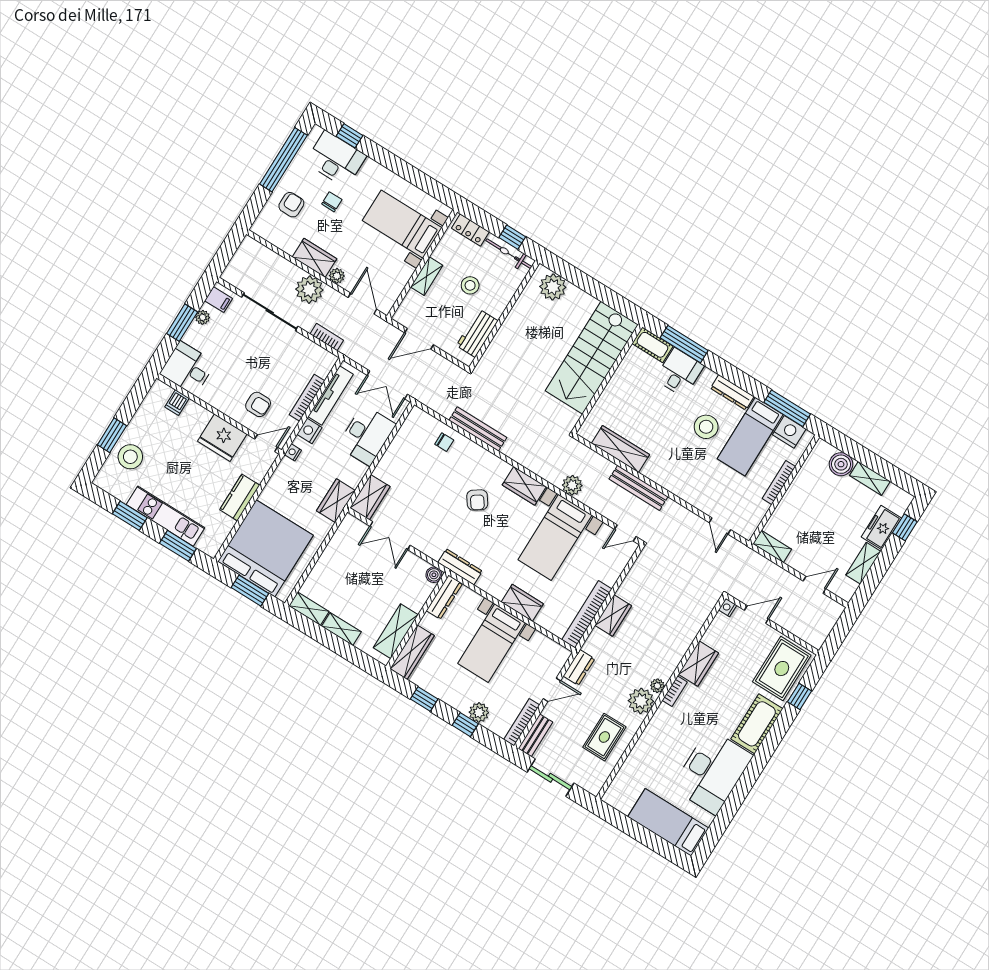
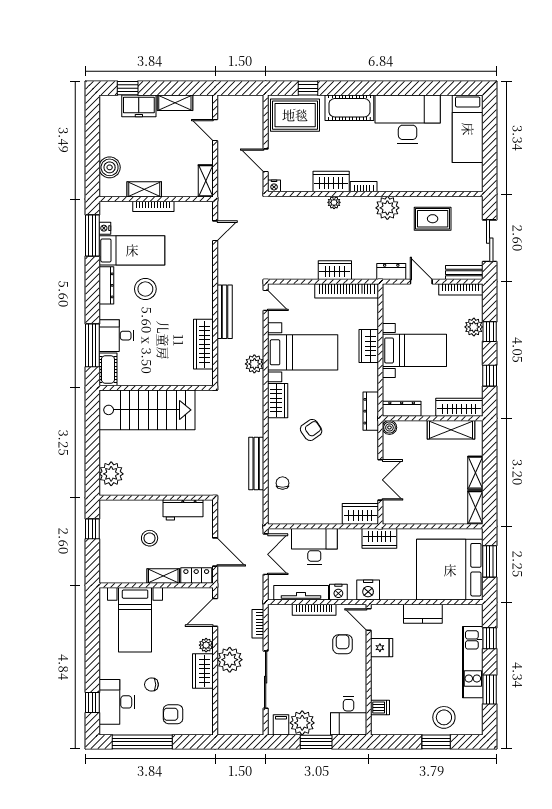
locker: (470, 230) -> (196, 575), moved, turned -90
bicycle: (509, 254) -> (107, 524), removed
plant: (203, 317) -> (302, 723), width x1.87, depth x1.87
nightstand: (789, 432) -> (105, 228), width x0.53, depth x0.56
fridge: (222, 438) -> (382, 648), width x0.53, depth x0.75
nightstand: (293, 452) -> (368, 590), width x1.89, depth x1.79
shelving: (870, 478) -> (144, 189), moved, turned 90
window: (178, 546) -> (490, 638), width x0.67
plant: (657, 686) -> (334, 202), moved

